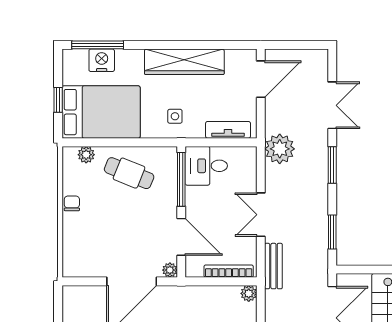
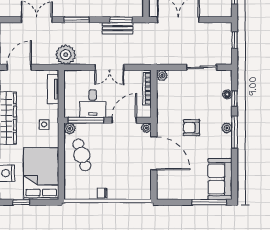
door: (261, 79) -> (19, 67), hinge flipped
window: (58, 100) -> (21, 202), moved
plant: (86, 155) -> (70, 128), moved
desk: (206, 166) -> (93, 104), moved
cafe table: (129, 173) -> (82, 155), turned -40
bench: (273, 266) -> (118, 28), moved

